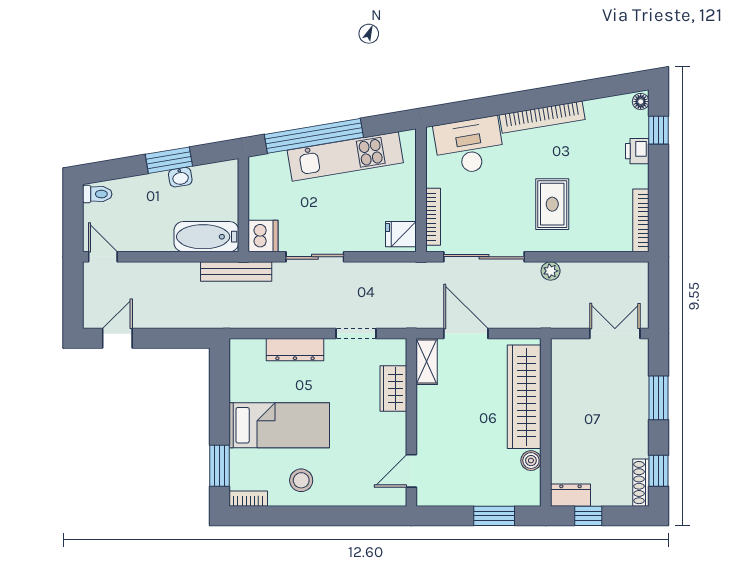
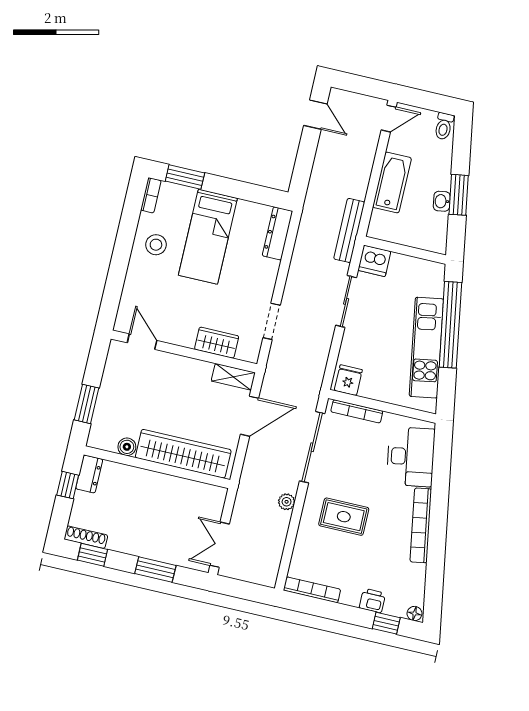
bathtub: (206, 237) -> (392, 182), moved
double door: (615, 334) -> (220, 545), swing flipped
dresser: (295, 350) -> (277, 233), moved

